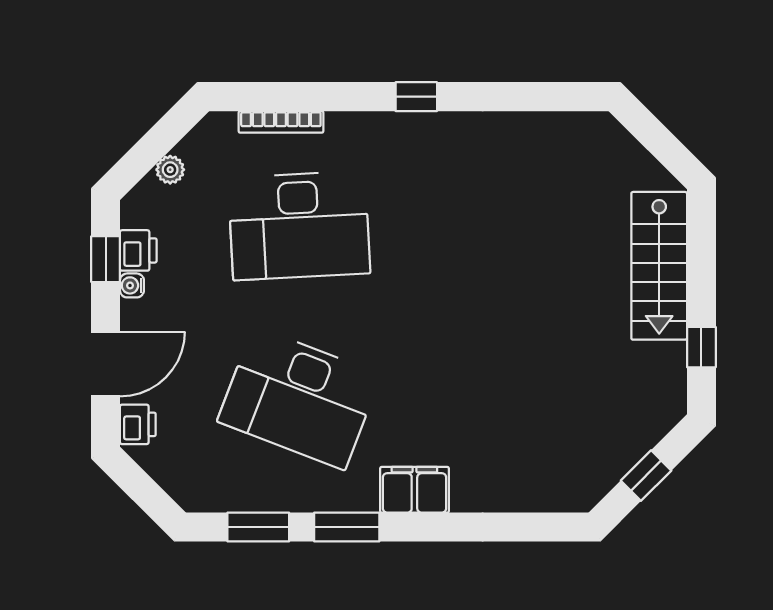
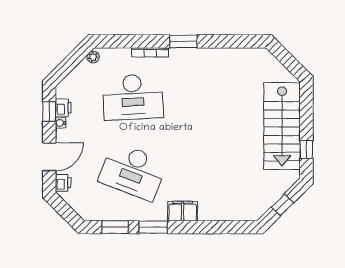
window: (416, 97) -> (183, 41), width x1.50
bookcase: (281, 122) -> (150, 52), moved
plant: (170, 170) -> (93, 57), moved
stairs: (659, 266) -> (282, 126), width x1.36, depth x1.51

